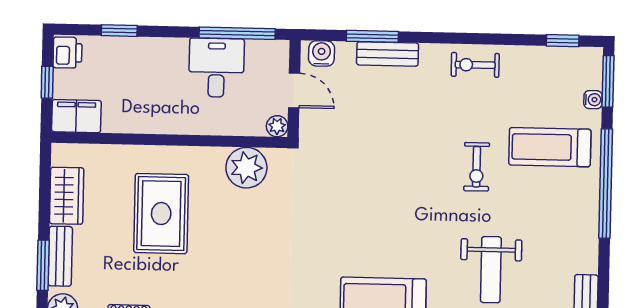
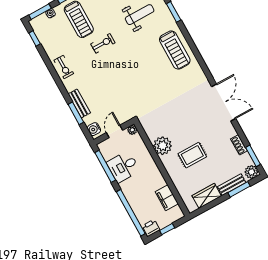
window: (119, 31) -> (131, 213), width x3.17
filing cabinet: (76, 116) -> (167, 198), moved
plant: (246, 168) -> (163, 146), moved
rug: (161, 214) -> (192, 155), width x0.73, depth x0.70

